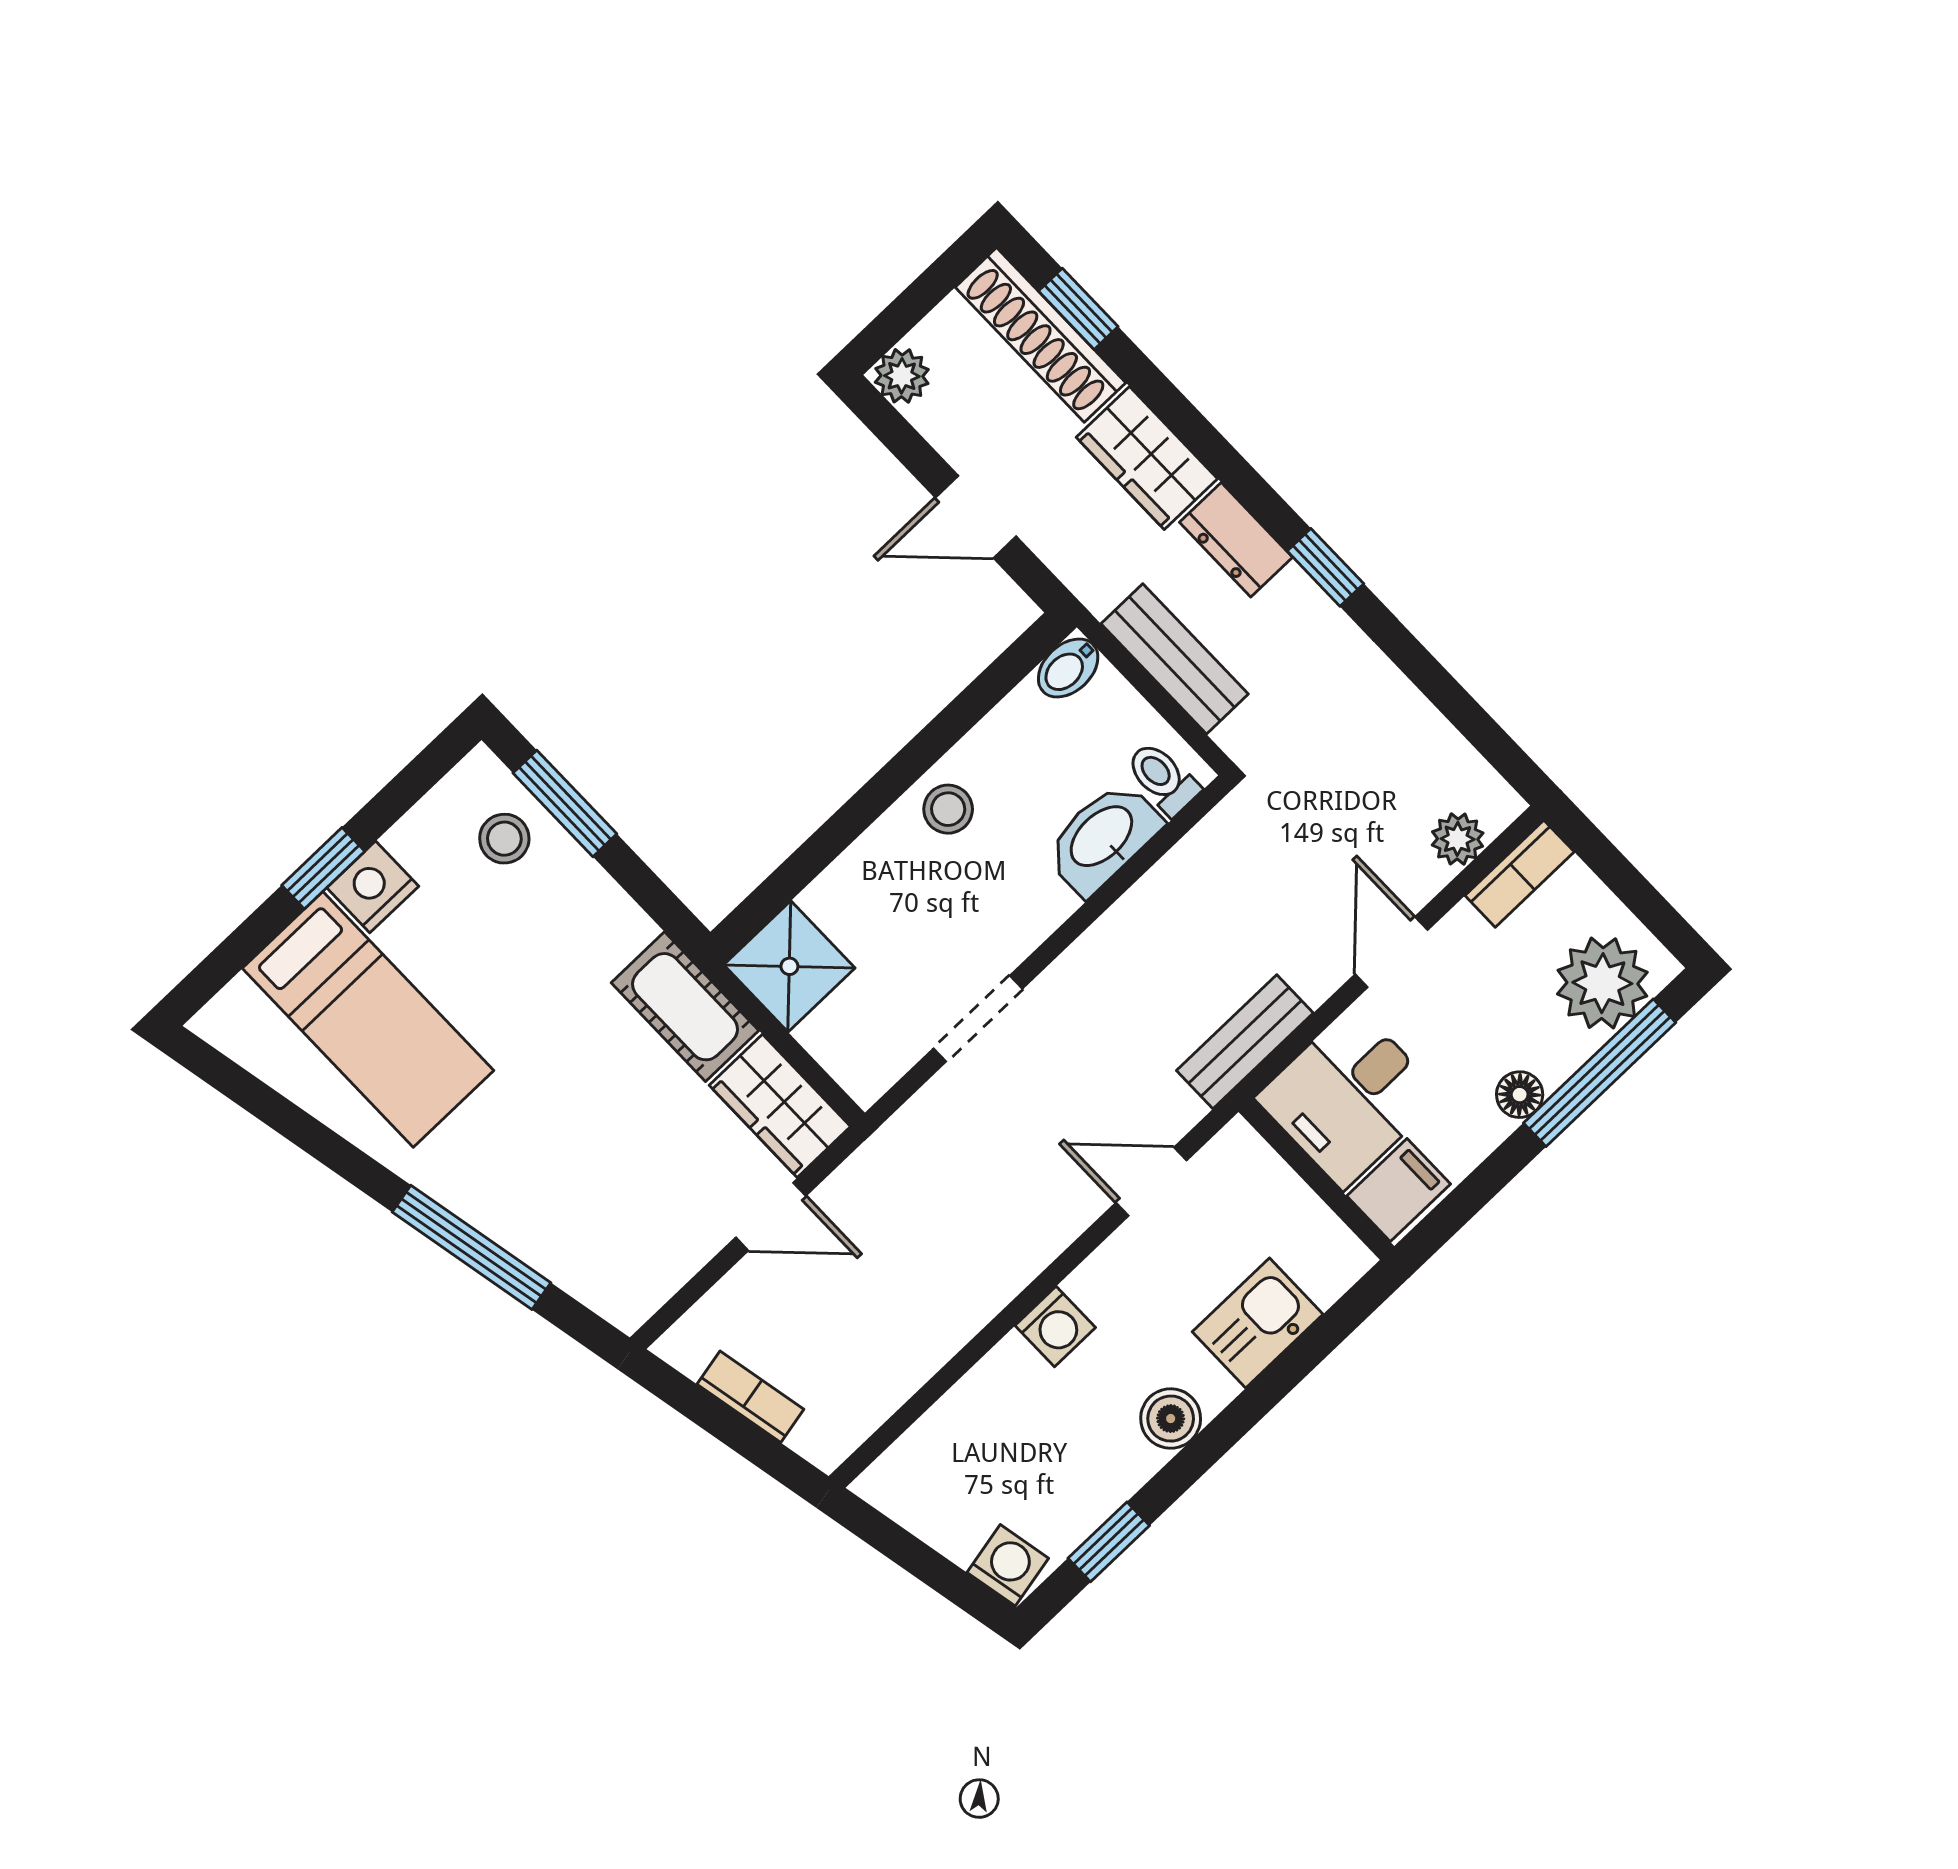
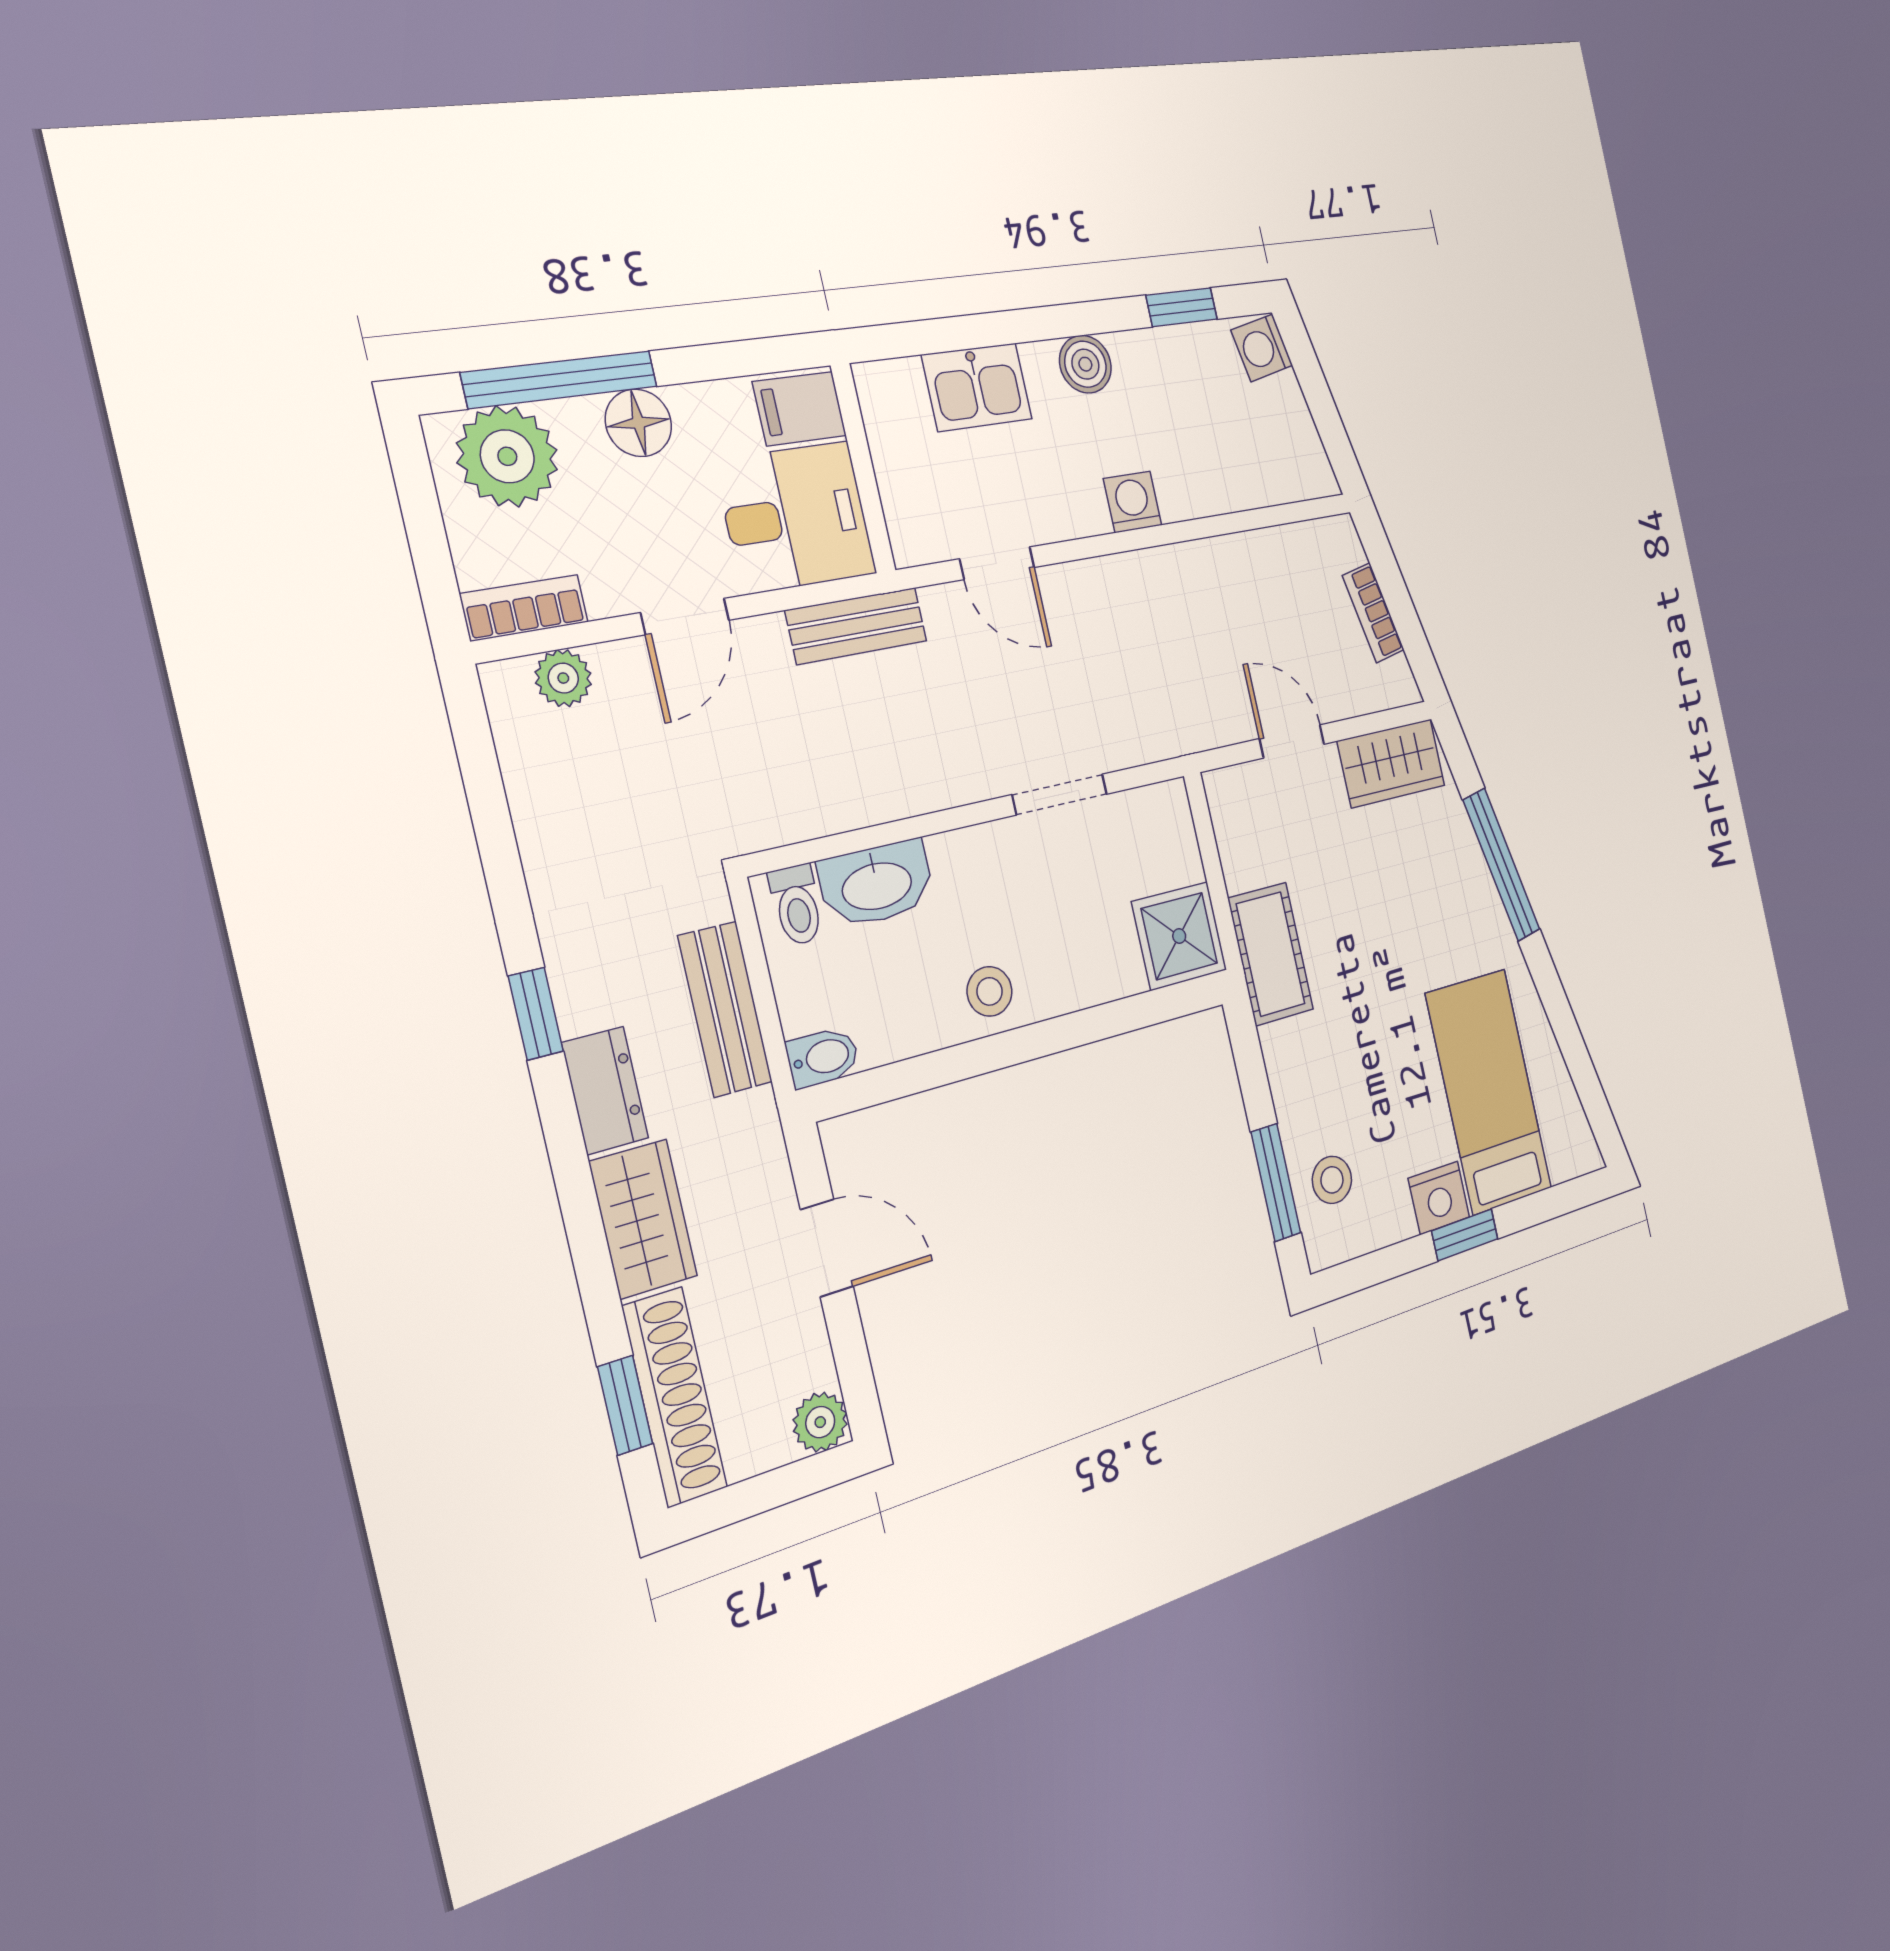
floor lamp: (1520, 1095) -> (638, 423), width x1.37, depth x1.37
wardrobe: (780, 1106) -> (1391, 763), moved, turned 90

